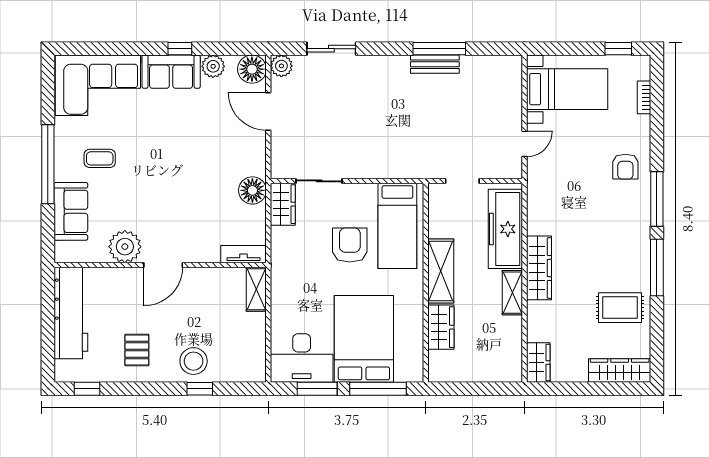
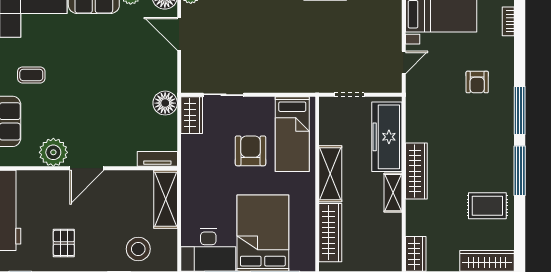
armchair: (625, 167) -> (477, 82), moved
shelving: (256, 289) -> (166, 199), width x1.50, depth x1.33
wardrobe: (441, 327) -> (330, 233), width x1.50
stool: (194, 361) -> (138, 249), moved

